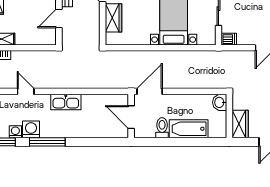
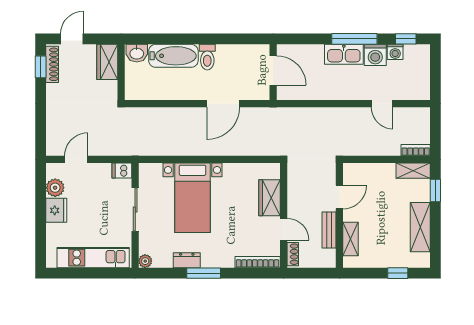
kitchen sink: (66, 102) -> (344, 54), moved, turned 180
washbasin: (220, 102) -> (137, 53), moved, turned 90
wall: (131, 116) -> (273, 72), moved
door: (131, 117) -> (273, 70), moved

